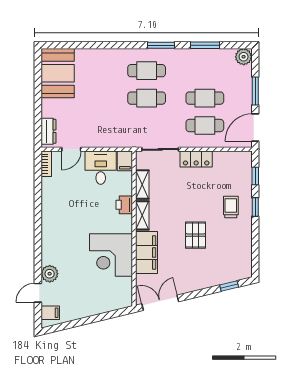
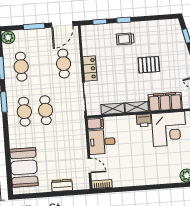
booth: (58, 73) -> (24, 167), moved, turned 90
cafe table: (205, 98) -> (21, 67), moved
door: (255, 127) -> (62, 24), hinge flipped
dresser: (48, 131) -> (62, 185), moved
printer: (124, 205) -> (144, 120), moved

